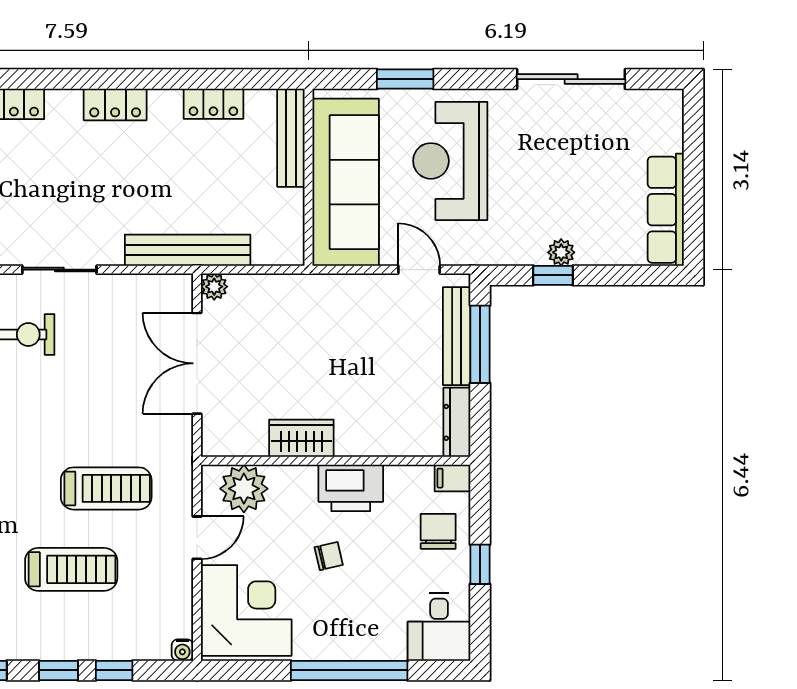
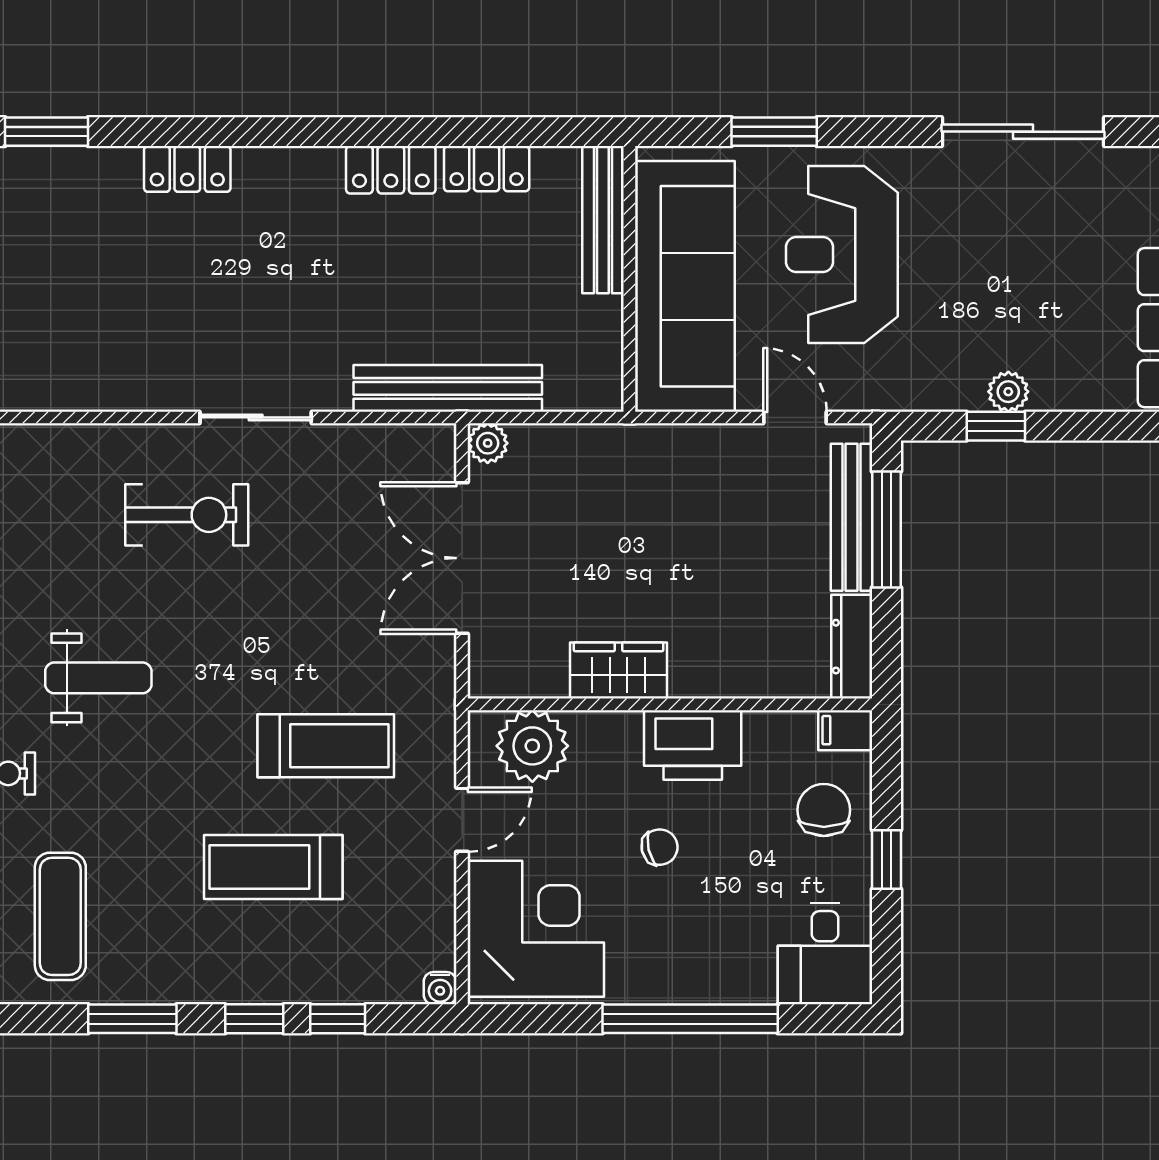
locker: (115, 104) -> (391, 170), moved
treadmill: (71, 569) -> (273, 867), turned 180

